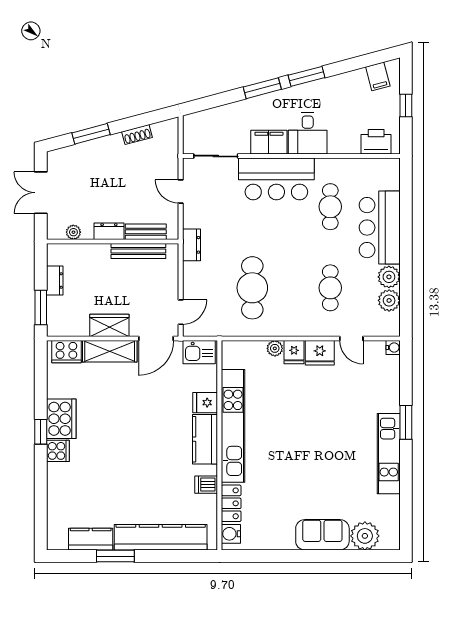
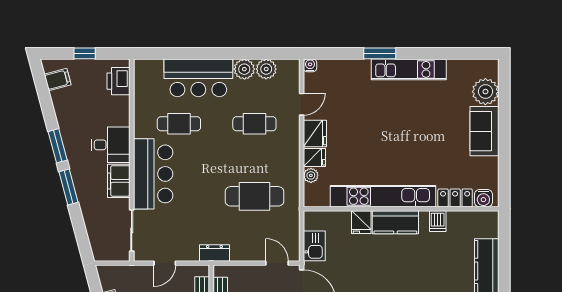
fridge: (205, 403) -> (361, 222), moved
kitchen unit: (233, 426) -> (383, 196), moved
kitchen counter: (205, 439) -> (395, 222), moved
wall: (219, 445) -> (401, 209), moved
dishwasher: (206, 485) -> (438, 221), moved
locker: (231, 503) -> (455, 198), moved
water cooler: (231, 534) -> (483, 198), moved

